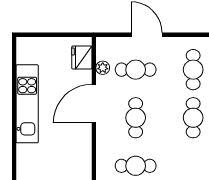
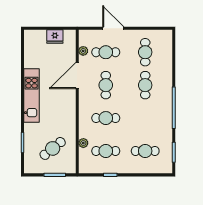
fridge: (82, 58) -> (55, 37), moved, turned -90
kitchen unit: (27, 104) -> (31, 95), moved

